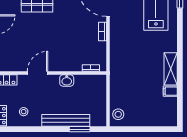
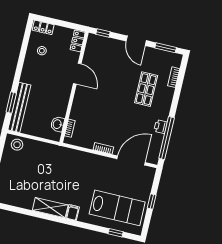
washbasin: (67, 80) -> (57, 124), moved
filing cabinet: (170, 91) -> (73, 213), moved
bench: (66, 120) -> (19, 107), moved

